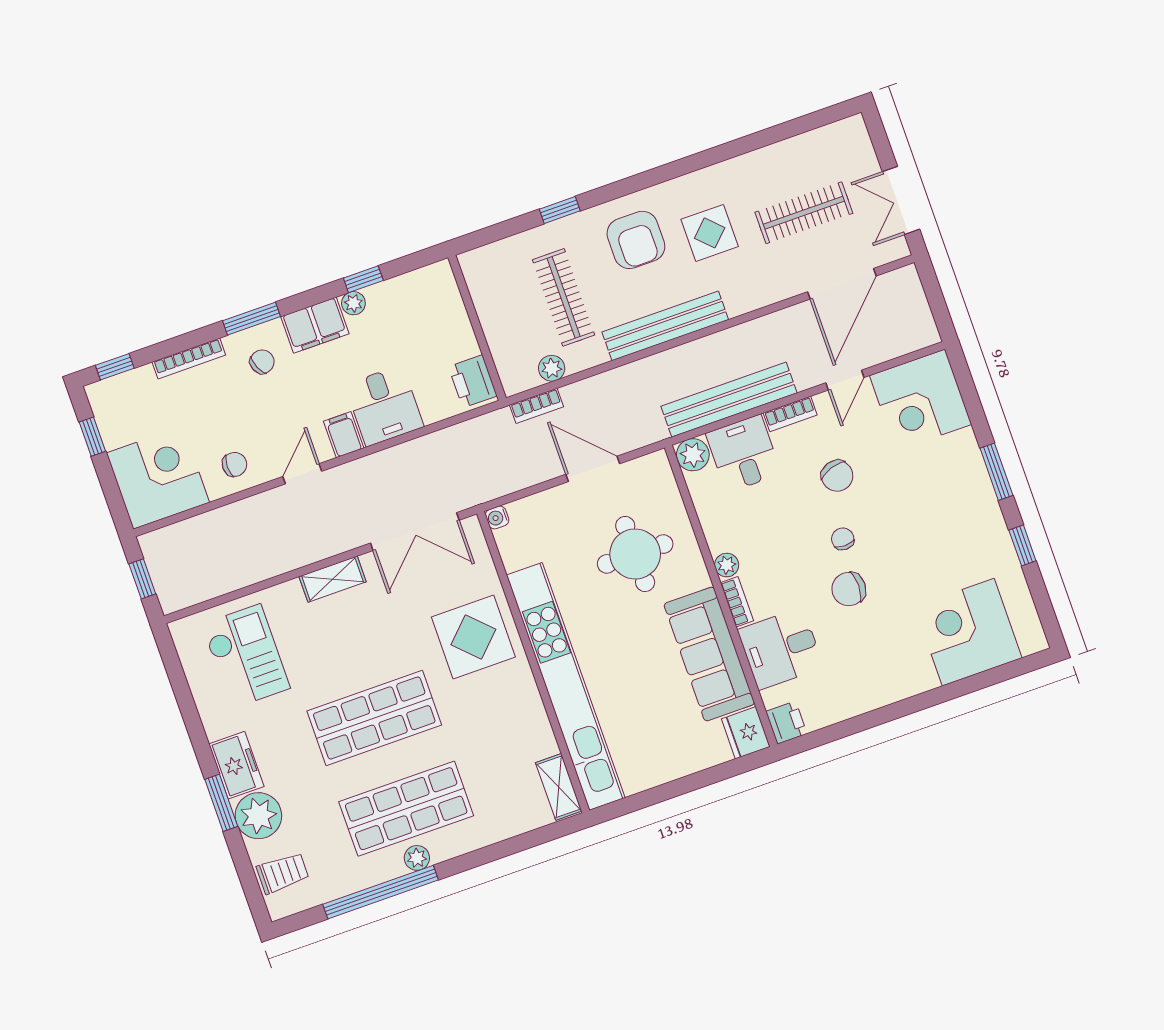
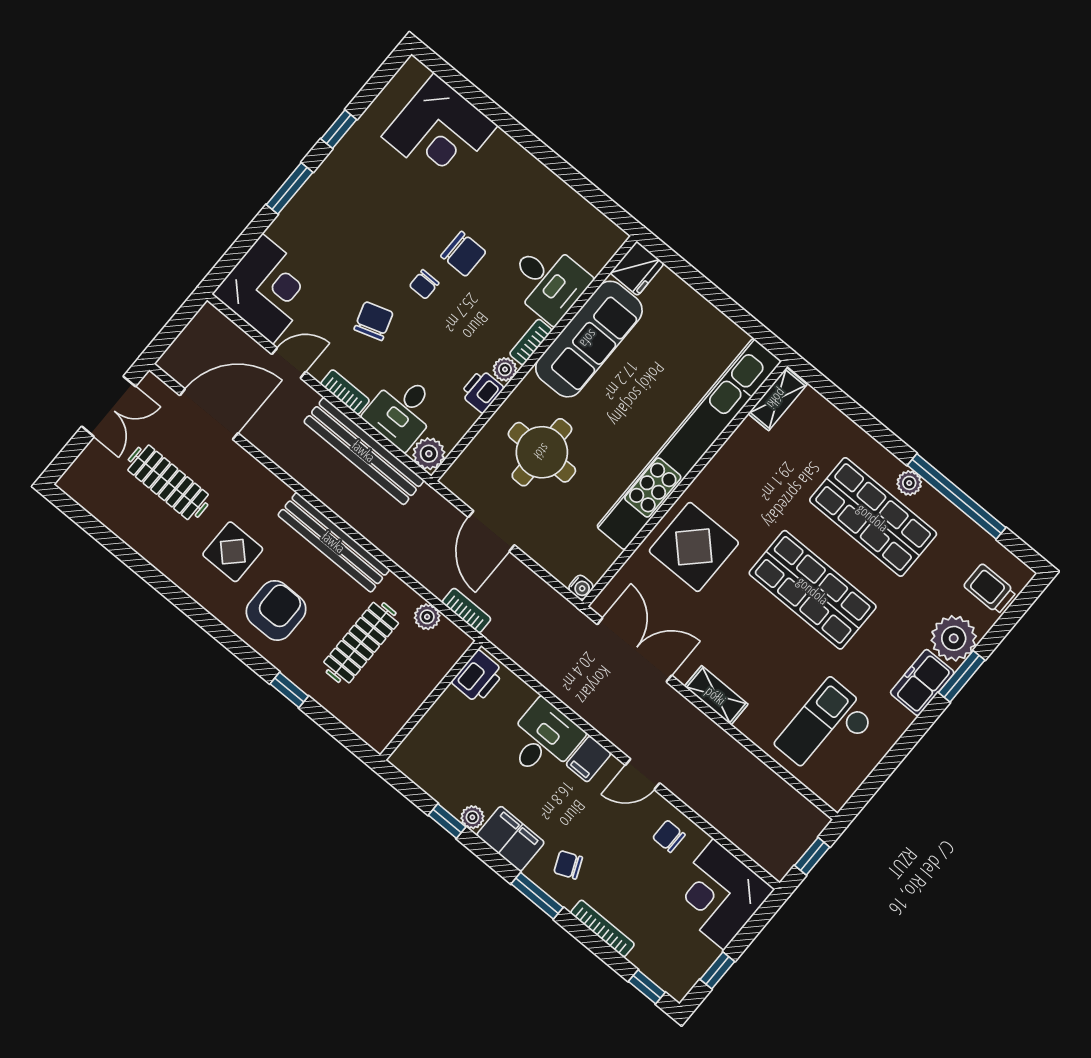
printer: (786, 723) -> (482, 391), moved

